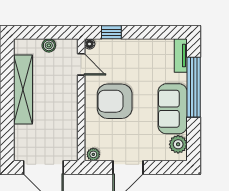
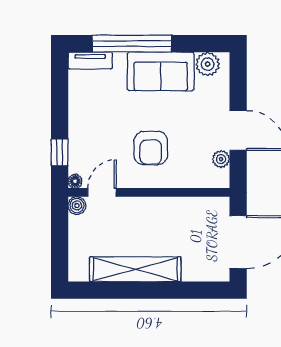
boiler: (49, 45) -> (77, 206), moved
armchair: (115, 101) -> (151, 148), width x0.73, depth x0.73
plant: (93, 154) -> (221, 159), moved

